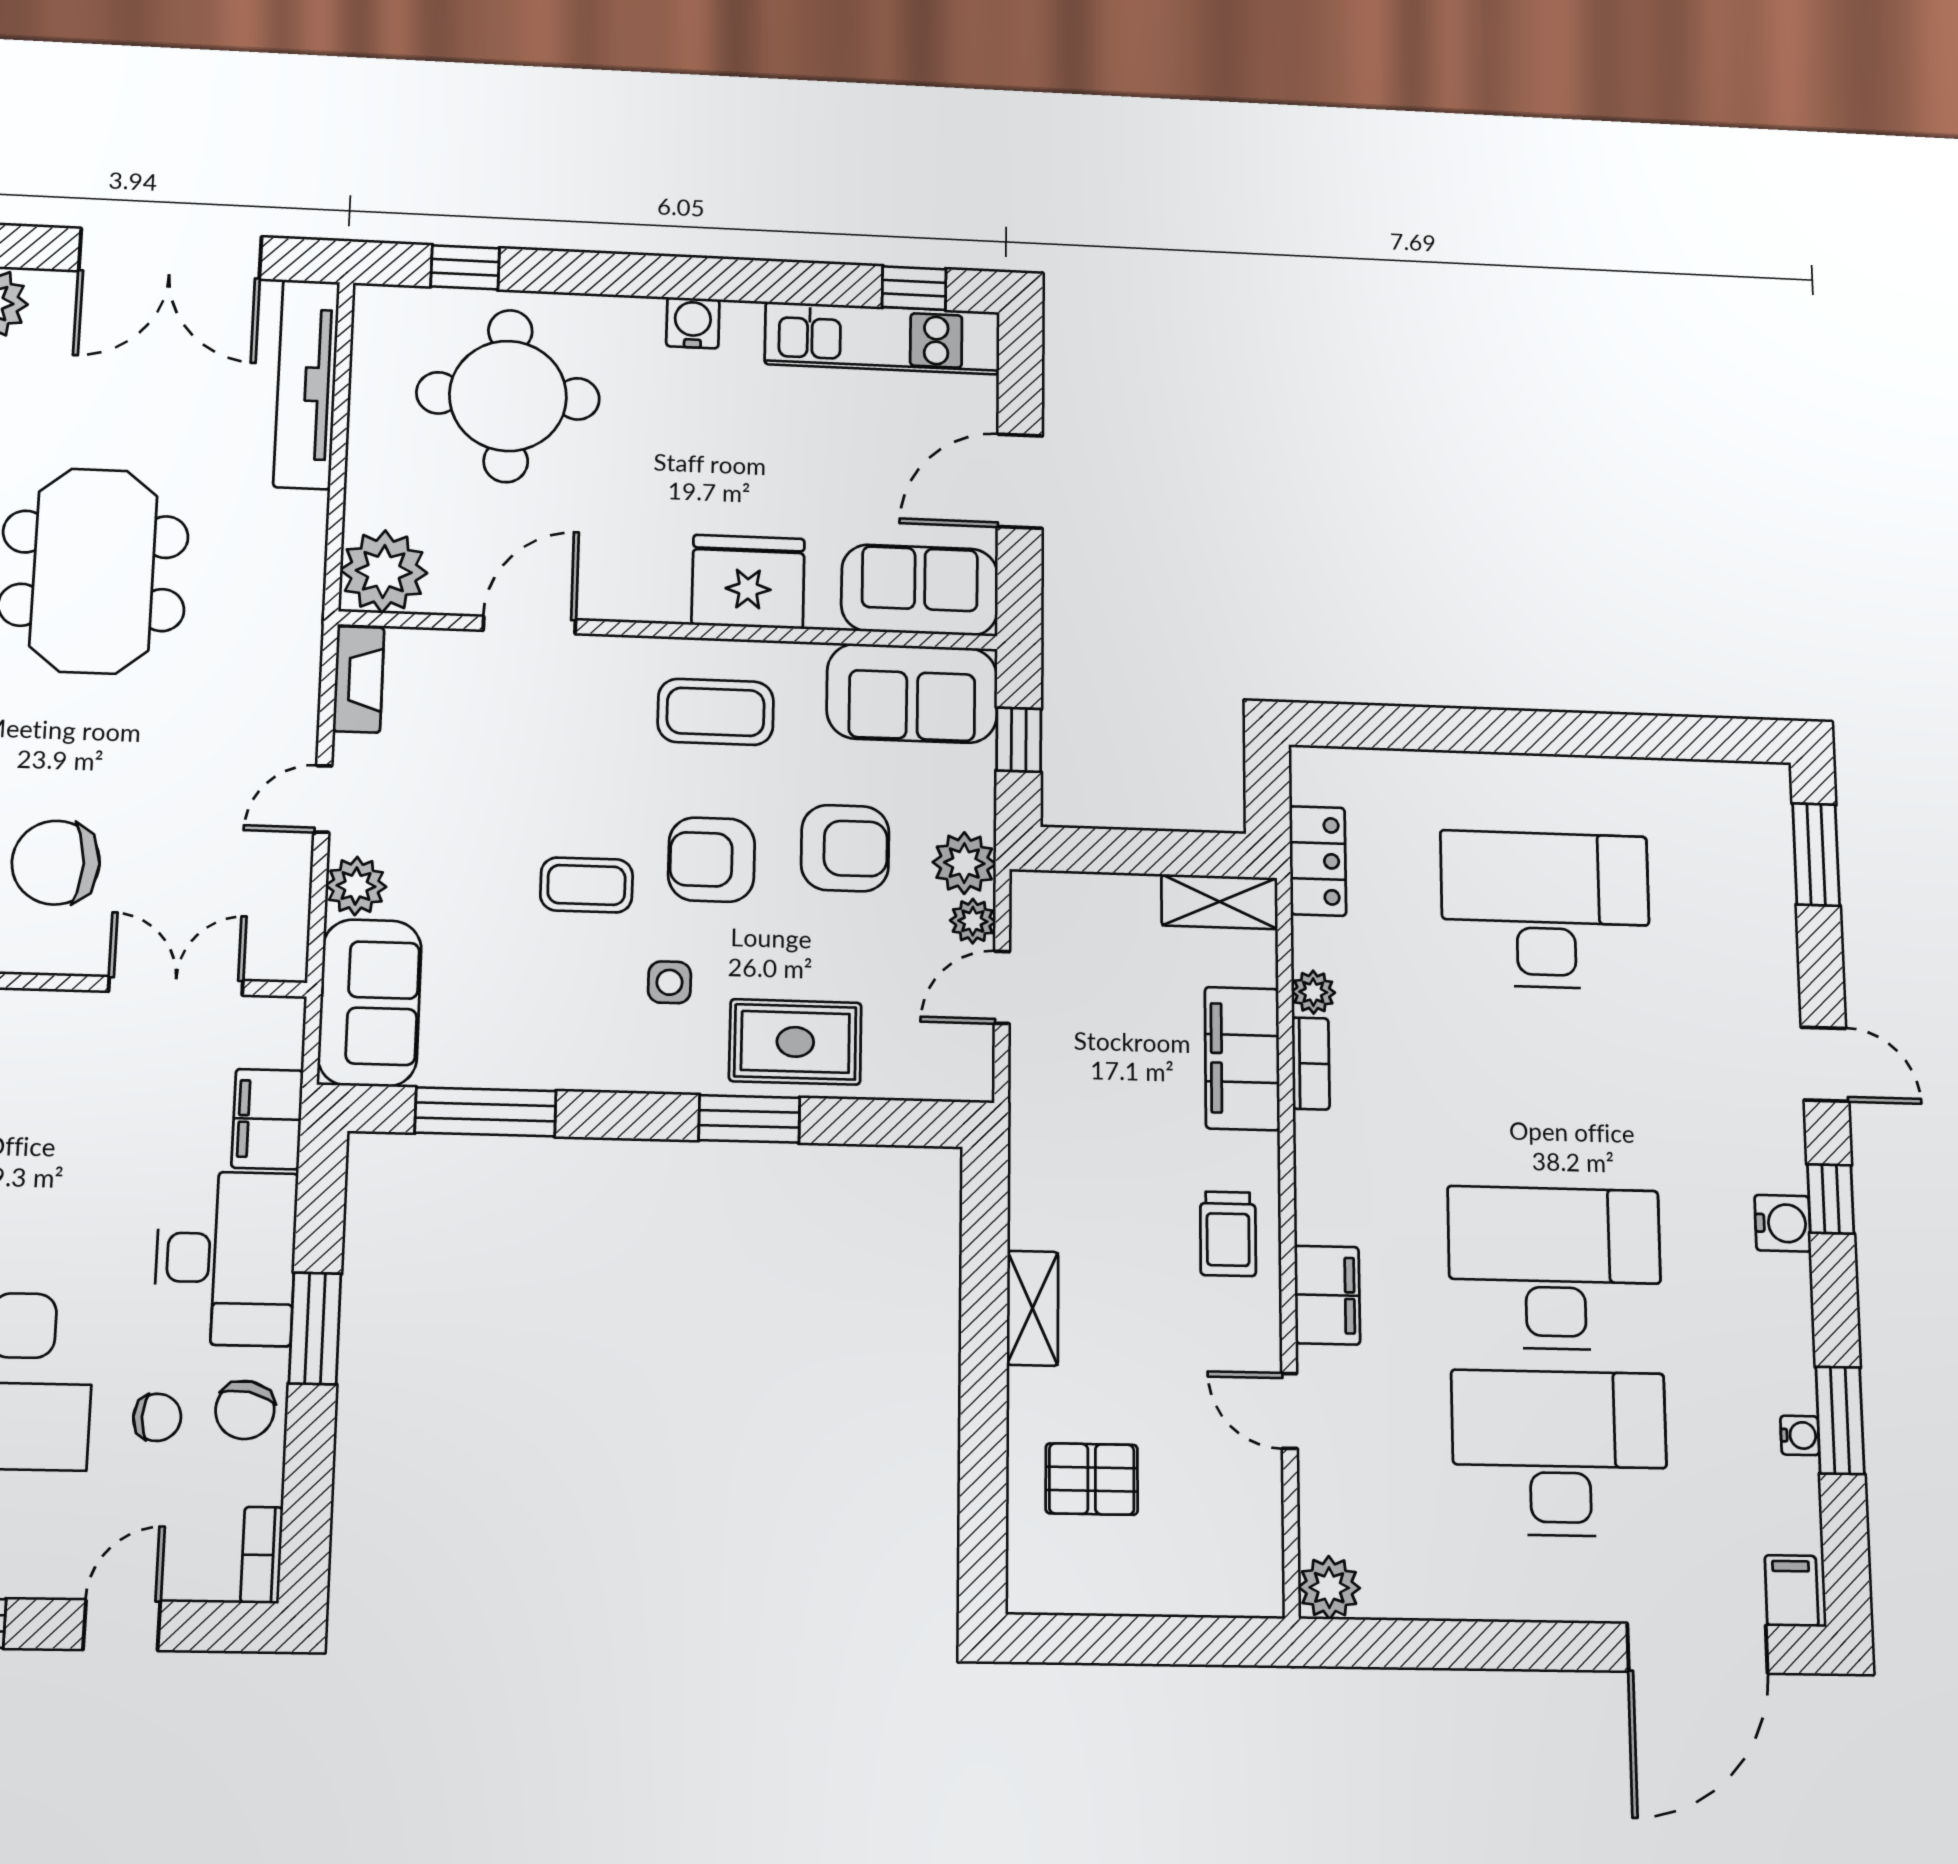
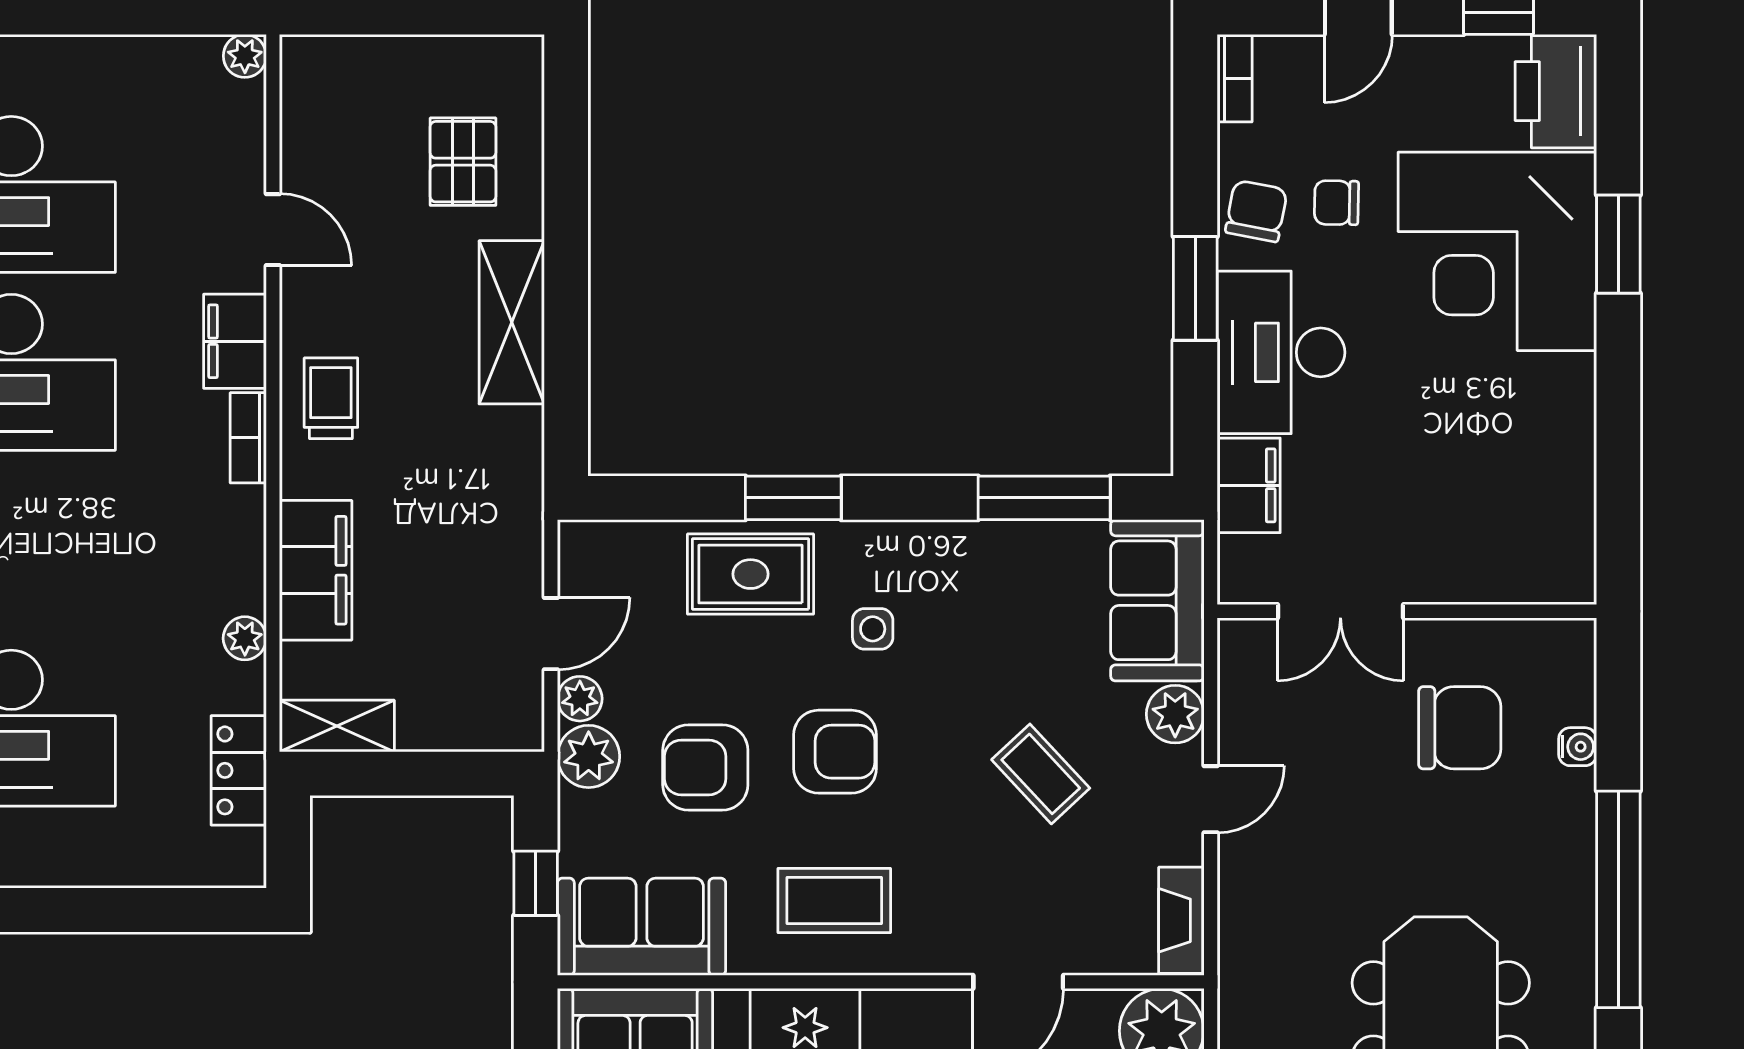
coffee table: (586, 885) -> (1041, 774), moved, turned 47
bookcase: (1311, 1063) -> (248, 438), moved
shelving: (1033, 1308) -> (512, 322), width x1.50, depth x1.33
pallet: (1092, 1479) -> (463, 162), turned 90
plant: (1329, 1588) -> (245, 56), width x0.73, depth x0.73

